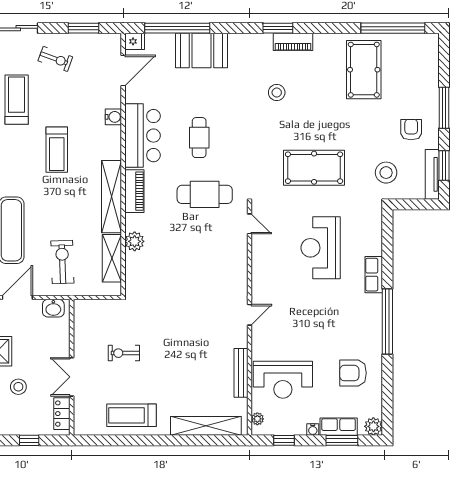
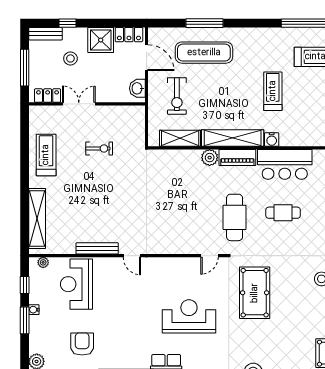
water cooler: (113, 117) -> (272, 140), moved
treadmill: (57, 150) -> (273, 91), turned 90
pool table: (314, 168) -> (255, 293), moved
plant: (135, 241) -> (210, 158), moved
exercise bike: (62, 262) -> (177, 96), turned 92
exercise bike: (124, 353) -> (99, 149), turned 90
bench: (241, 373) -> (97, 248), moved
row of seats: (339, 427) -> (36, 332), removed
window: (29, 440) -> (25, 68), width x2.17
window: (342, 440) -> (25, 320), moved

